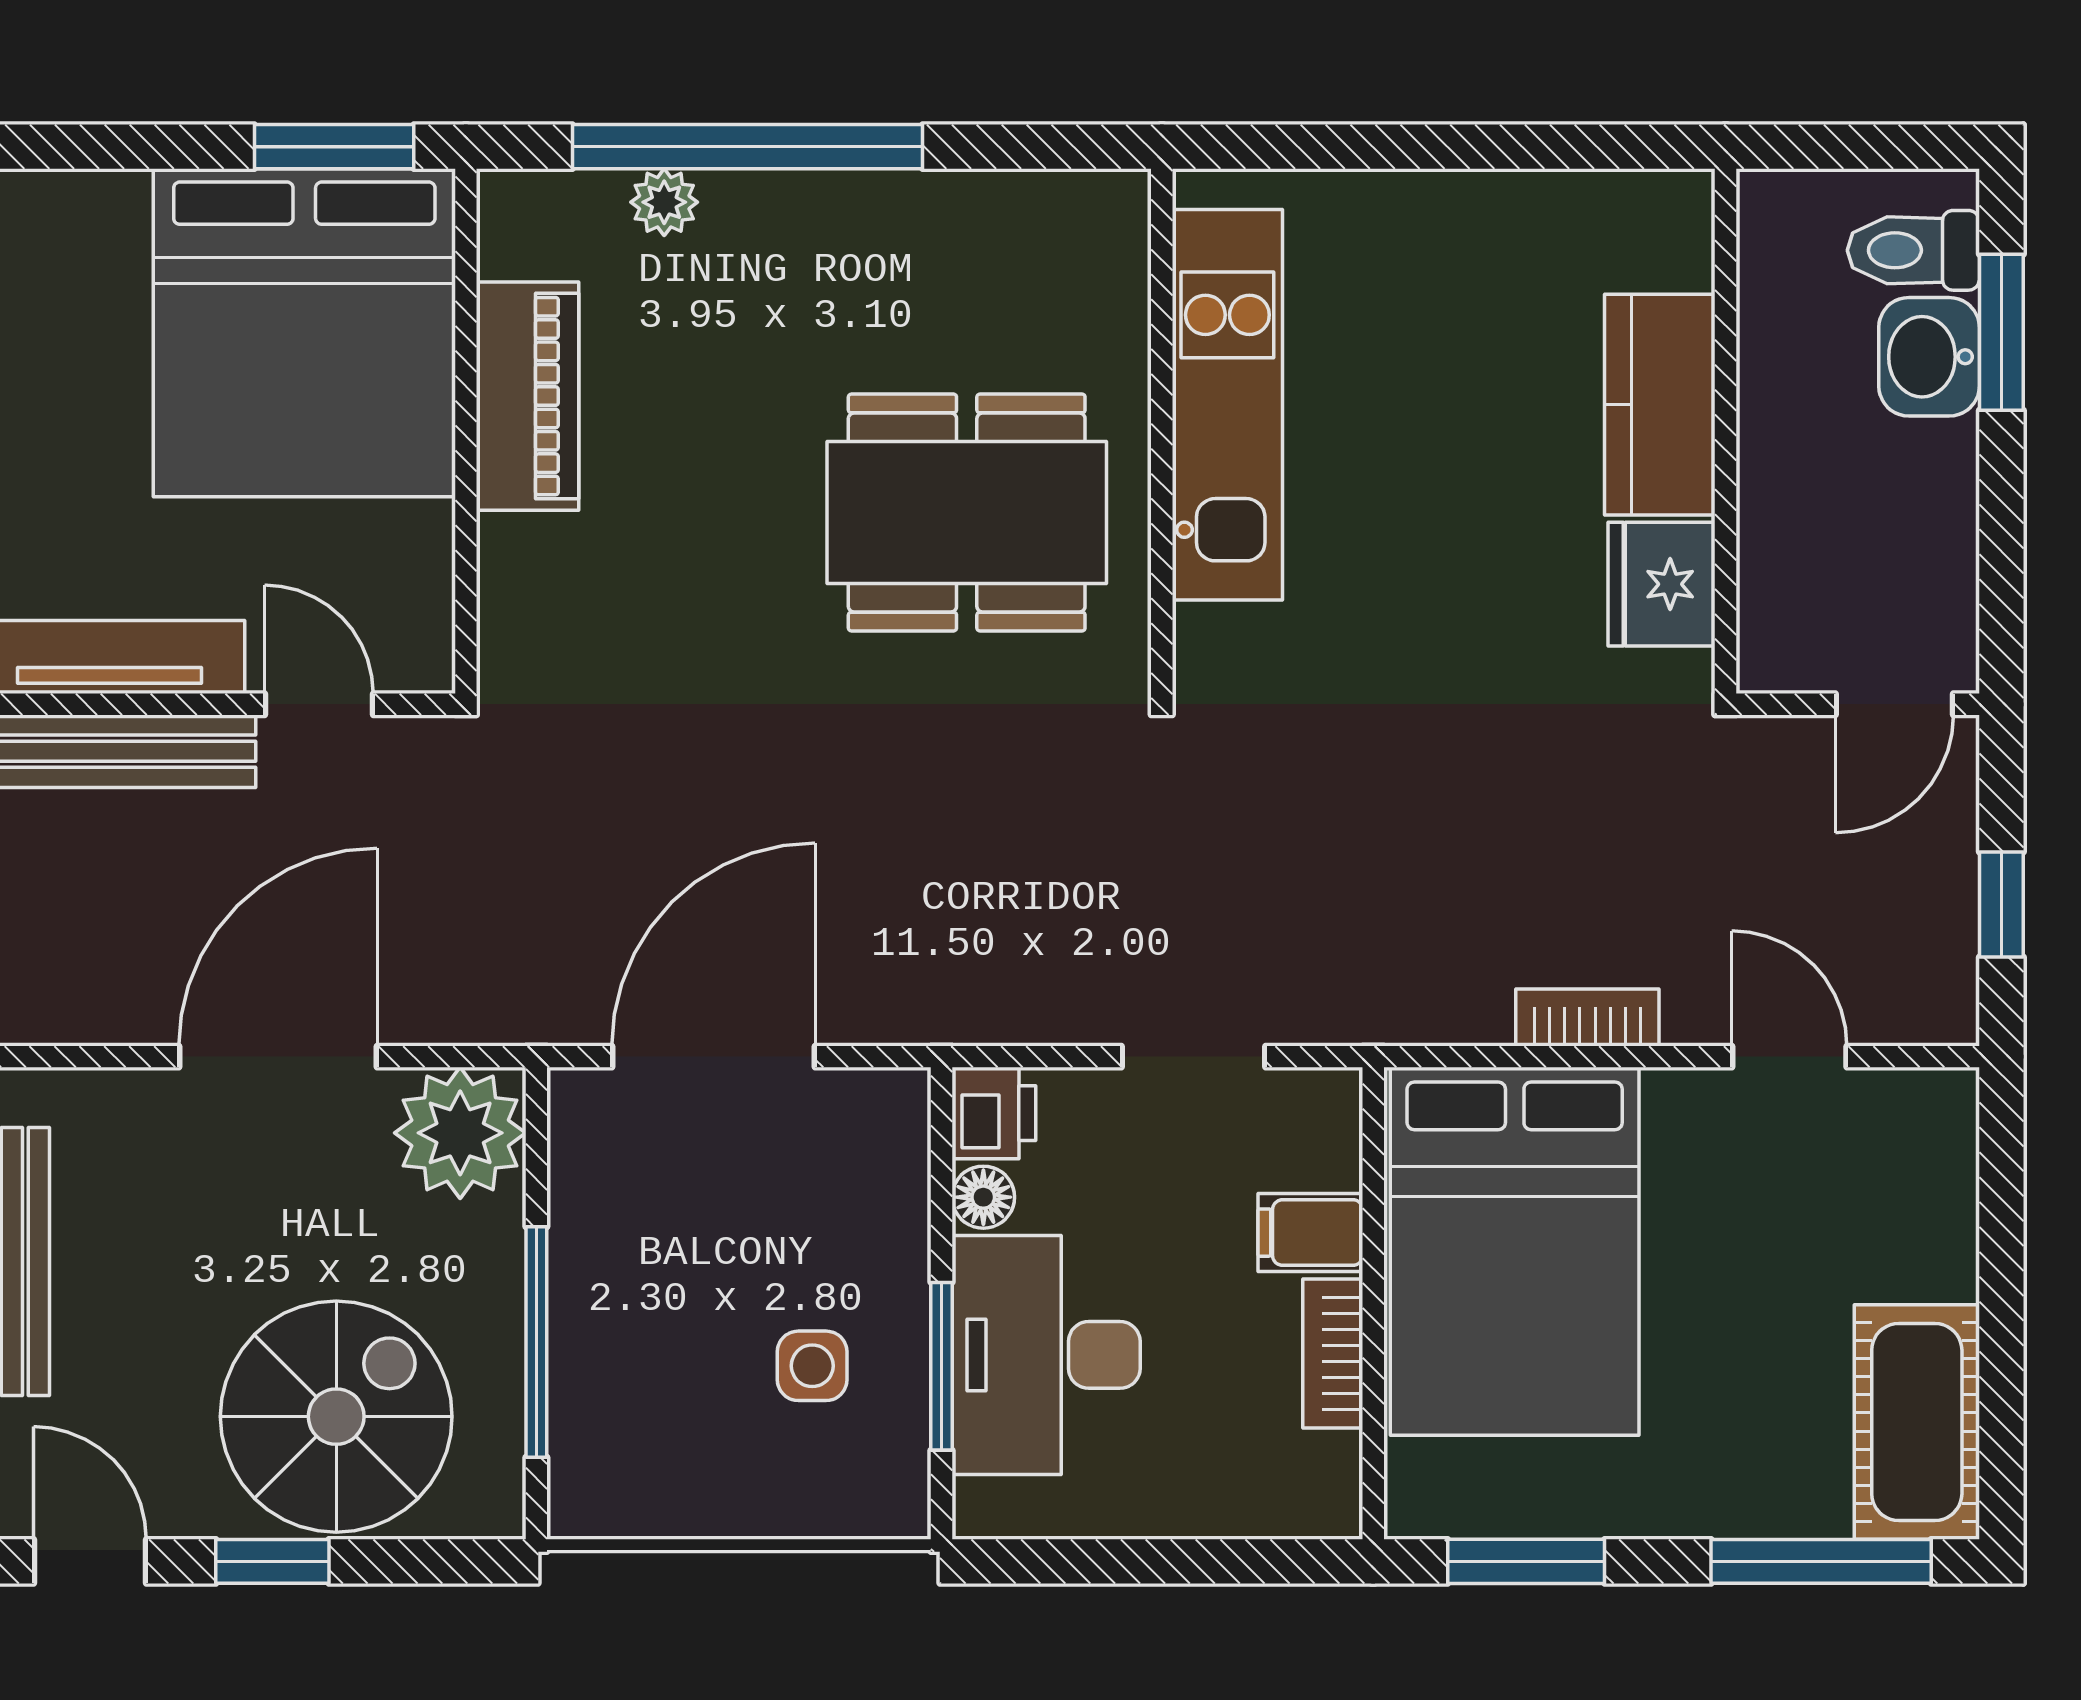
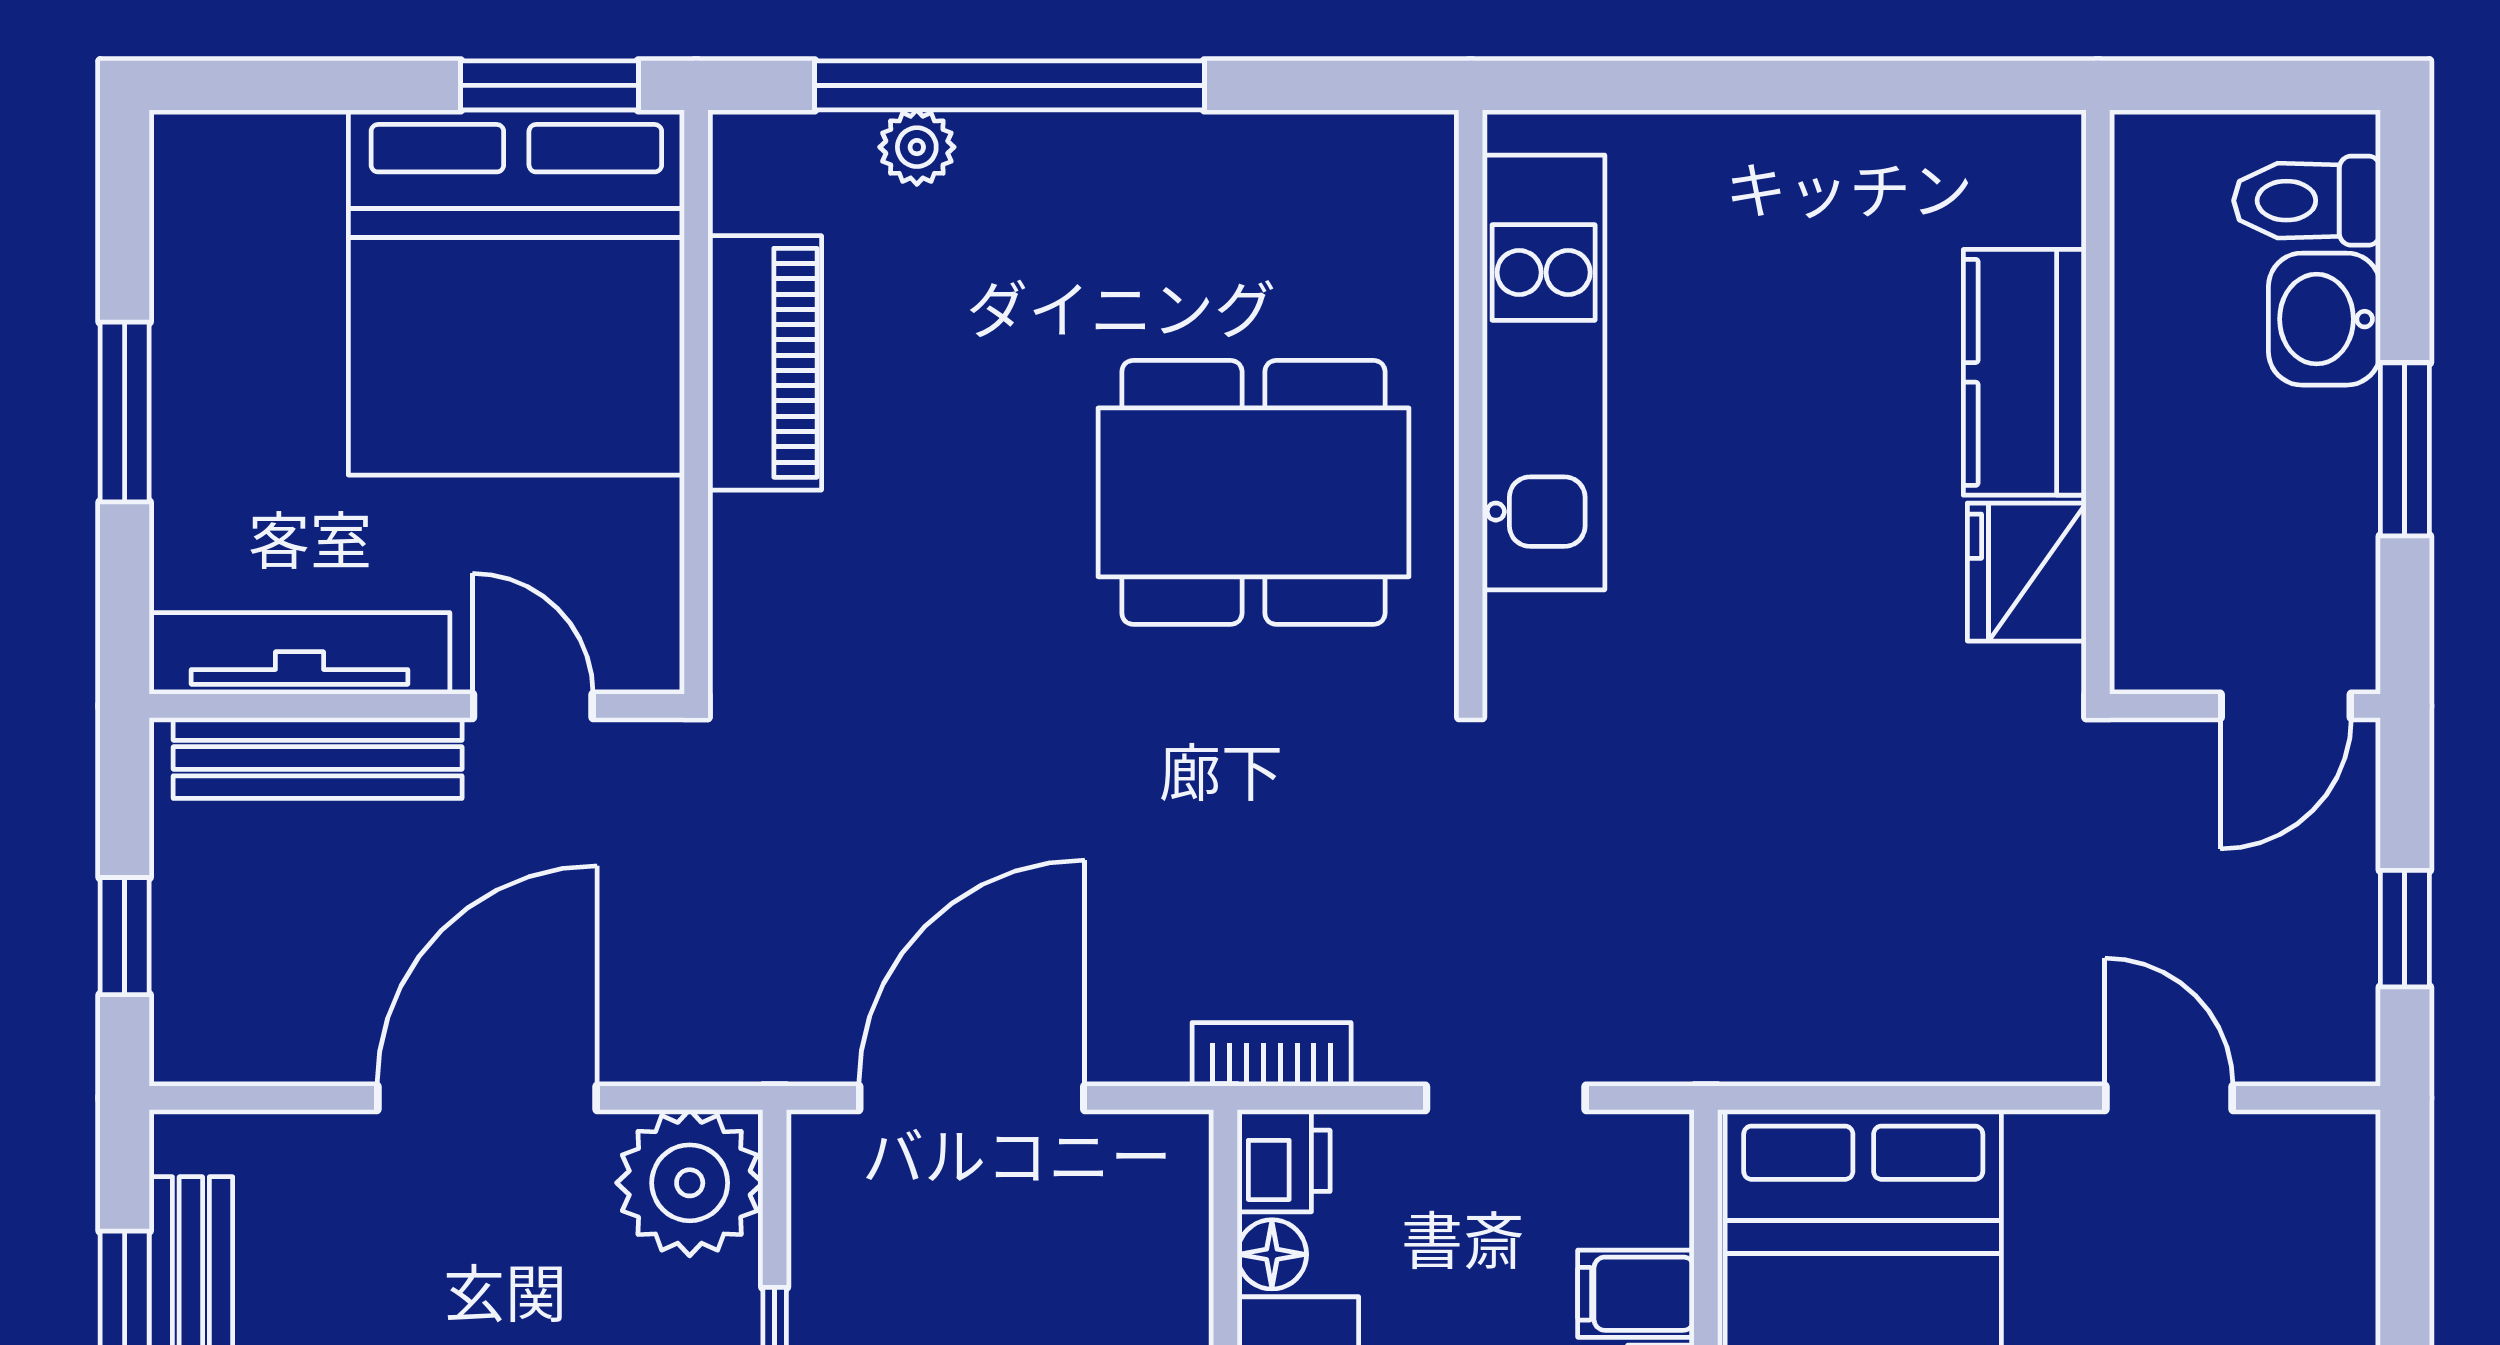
window: (2001, 332) -> (2405, 449), moved
bookcase: (1587, 1018) -> (1272, 1054), moved

